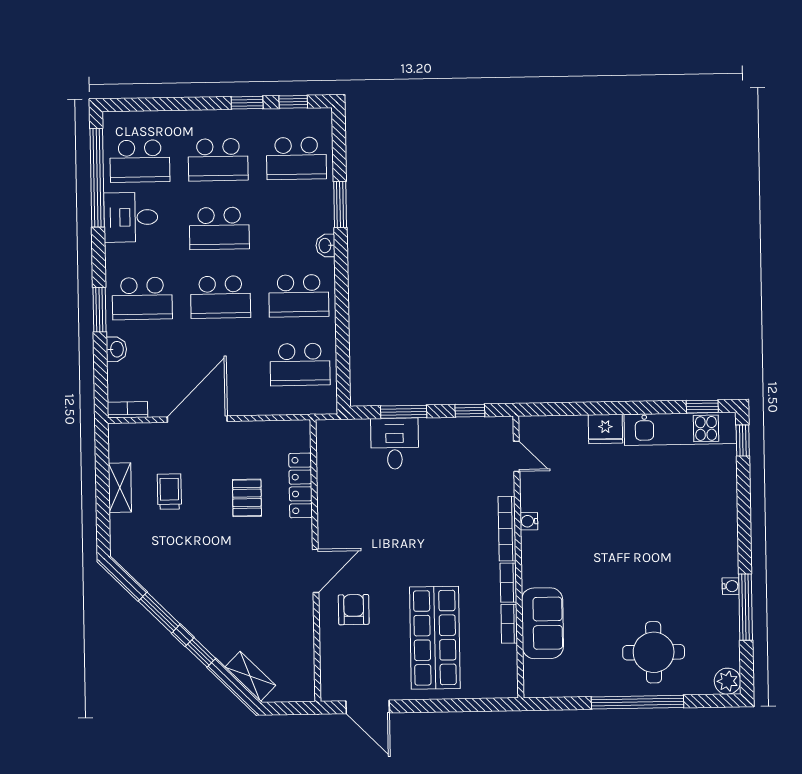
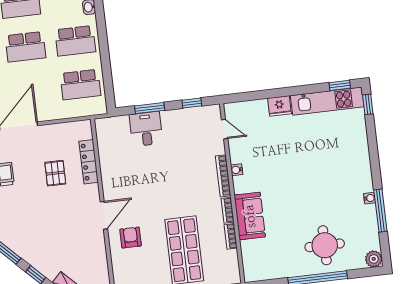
sofa: (542, 623) -> (250, 216), moved

